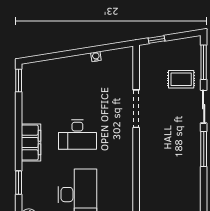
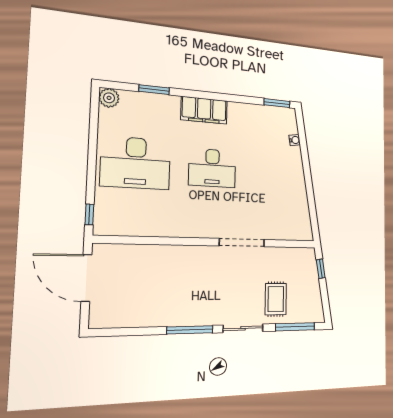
water cooler: (96, 57) -> (295, 140), moved
desk: (77, 135) -> (212, 168), turned -90

